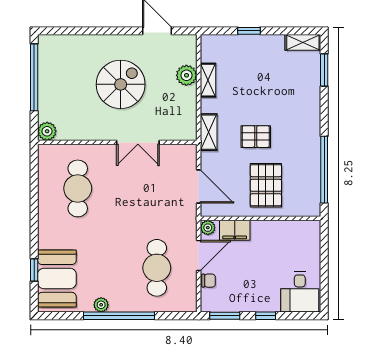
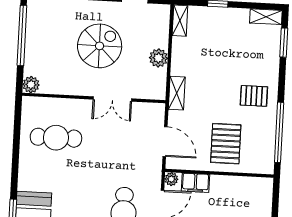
plant: (186, 75) -> (158, 58), moved
shelving: (208, 80) -> (180, 21), moved
pallet: (256, 137) -> (254, 96), moved
cafe table: (78, 188) -> (56, 138), turned 90

